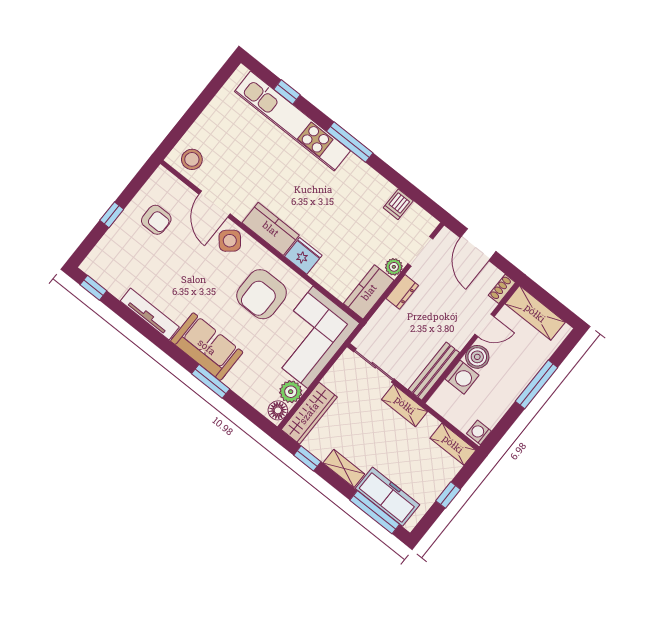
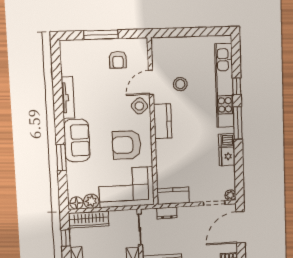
window: (287, 92) -> (237, 86), moved
stool: (192, 159) -> (180, 84), moved
dishwasher: (398, 204) -> (227, 140), moved
window: (112, 215) -> (101, 35), width x2.17
door: (478, 245) -> (241, 227), width x1.36
fridge: (303, 256) -> (227, 156), moved, turned 180
plant: (394, 267) -> (230, 195), moved
window: (93, 288) -> (56, 57), removed
dresser: (402, 292) -> (167, 213), moved

